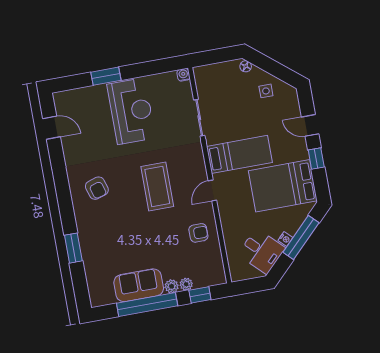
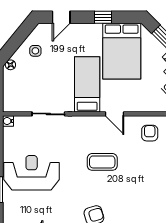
door: (310, 125) -> (61, 17), moved
coffee table: (157, 187) -> (102, 162), width x0.73, depth x0.76

